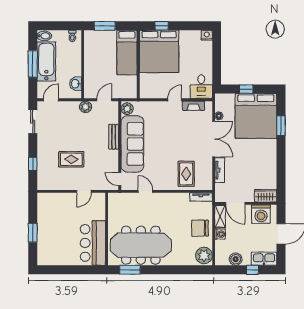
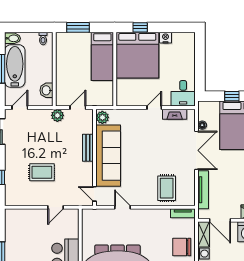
nightstand: (207, 35) -> (165, 38), moved
tv unit: (220, 170) -> (203, 190), width x1.41

